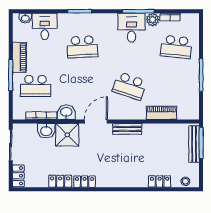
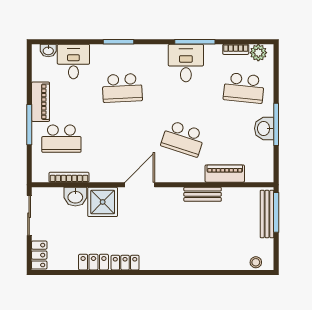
plant: (153, 20) -> (258, 53), moved
washbasin: (66, 112) -> (264, 128), moved, turned -90
bench: (127, 129) -> (203, 194), moved
locker: (160, 181) -> (222, 262), removed

